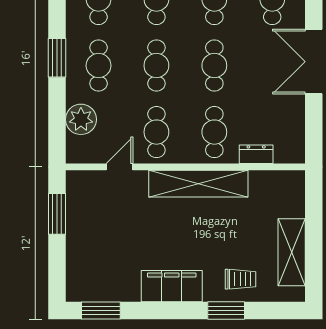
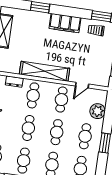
trolley: (241, 279) -> (96, 30), moved

